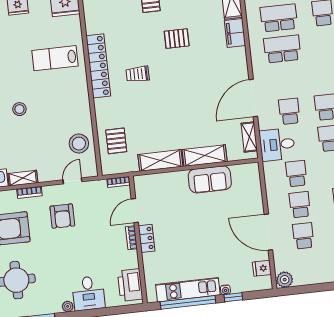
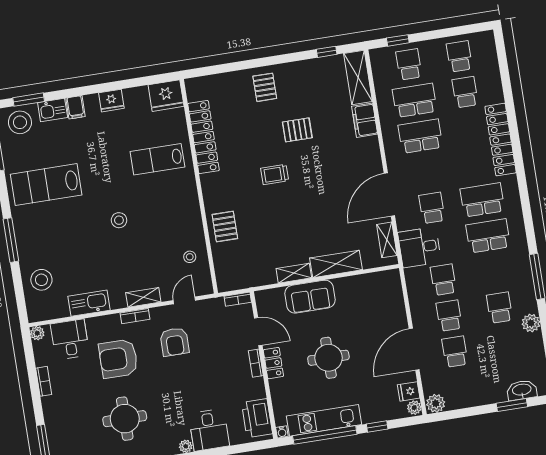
locker: (98, 66) -> (203, 137), moved
trolley: (138, 74) -> (275, 174), moved
pallet: (116, 141) -> (225, 226), moved
stool: (79, 144) -> (190, 257), width x0.53, depth x0.53
shelving: (160, 160) -> (294, 273), width x0.67, depth x0.75
shelving: (23, 178) -> (143, 297), moved
sofa: (210, 179) -> (310, 297), moved
door: (135, 211) -> (258, 332), swing flipped
door: (268, 232) -> (414, 349), hinge flipped
round table: (194, 236) -> (328, 358), added
plant: (266, 282) -> (414, 408), added
water cooler: (225, 290) -> (282, 432), moved

